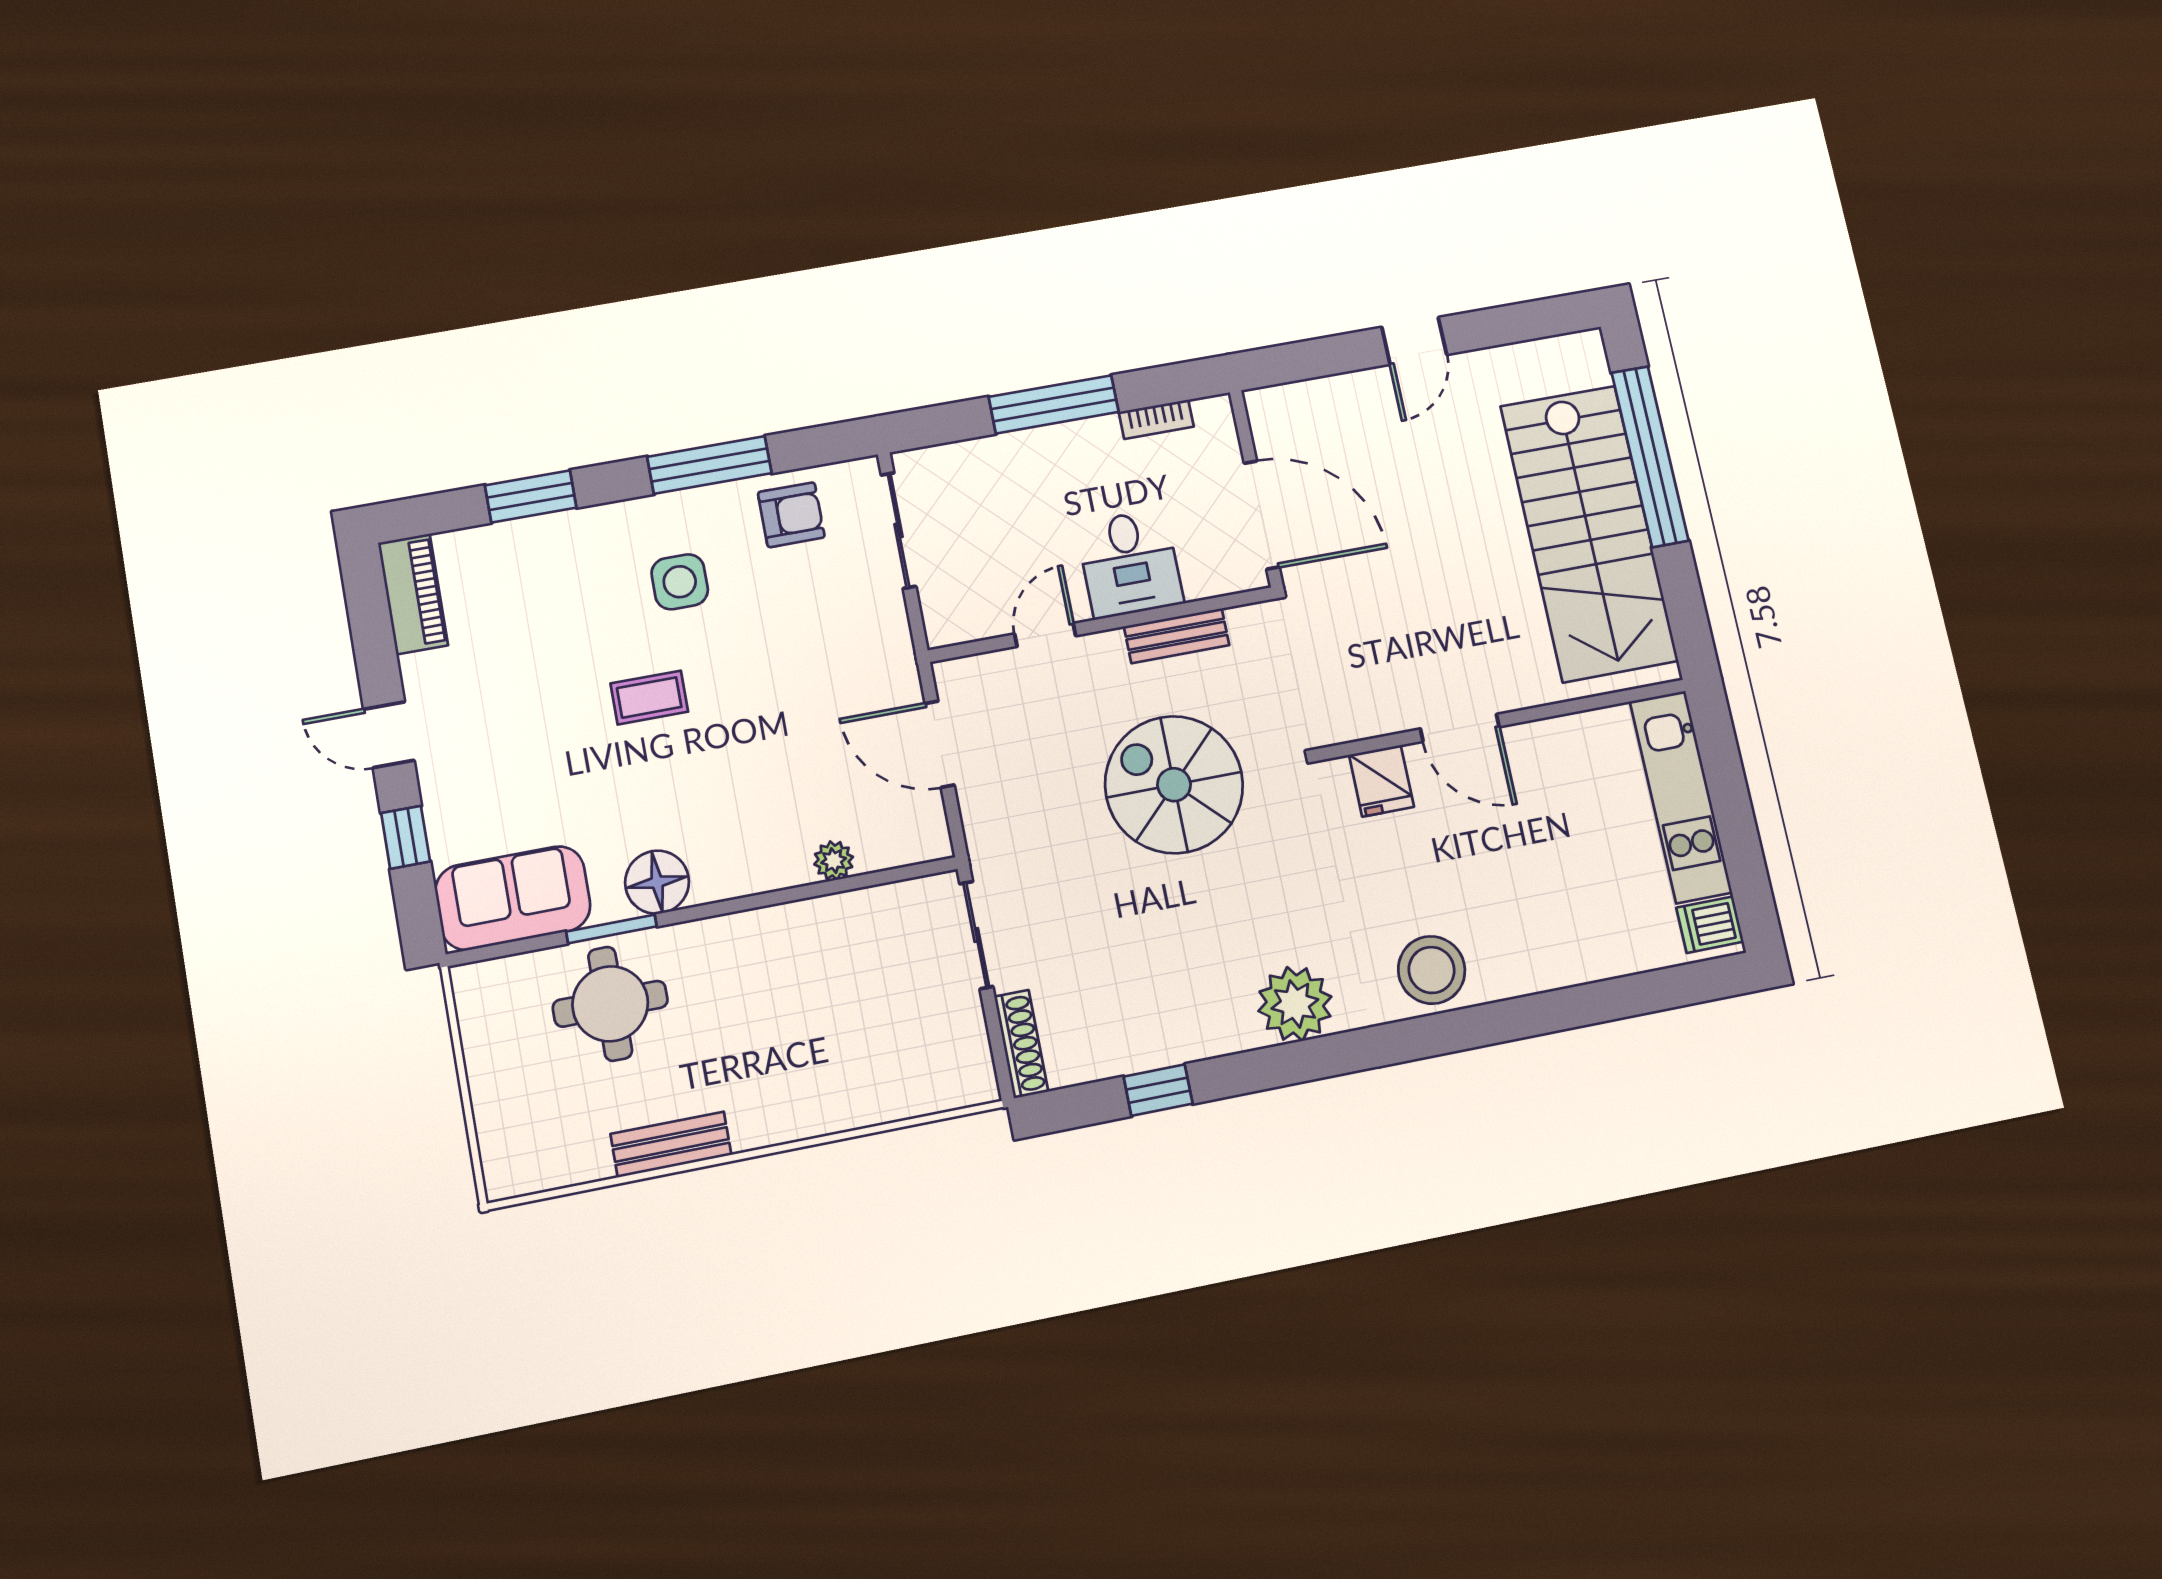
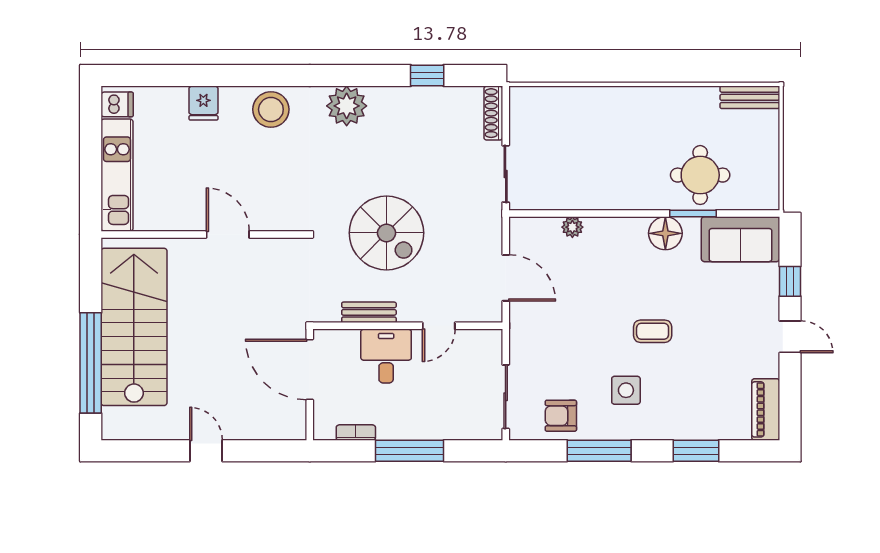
door: (1414, 341) -> (206, 451), hinge flipped
fridge: (1381, 781) -> (203, 103), moved, turned 180
bench: (671, 1144) -> (750, 97), moved

